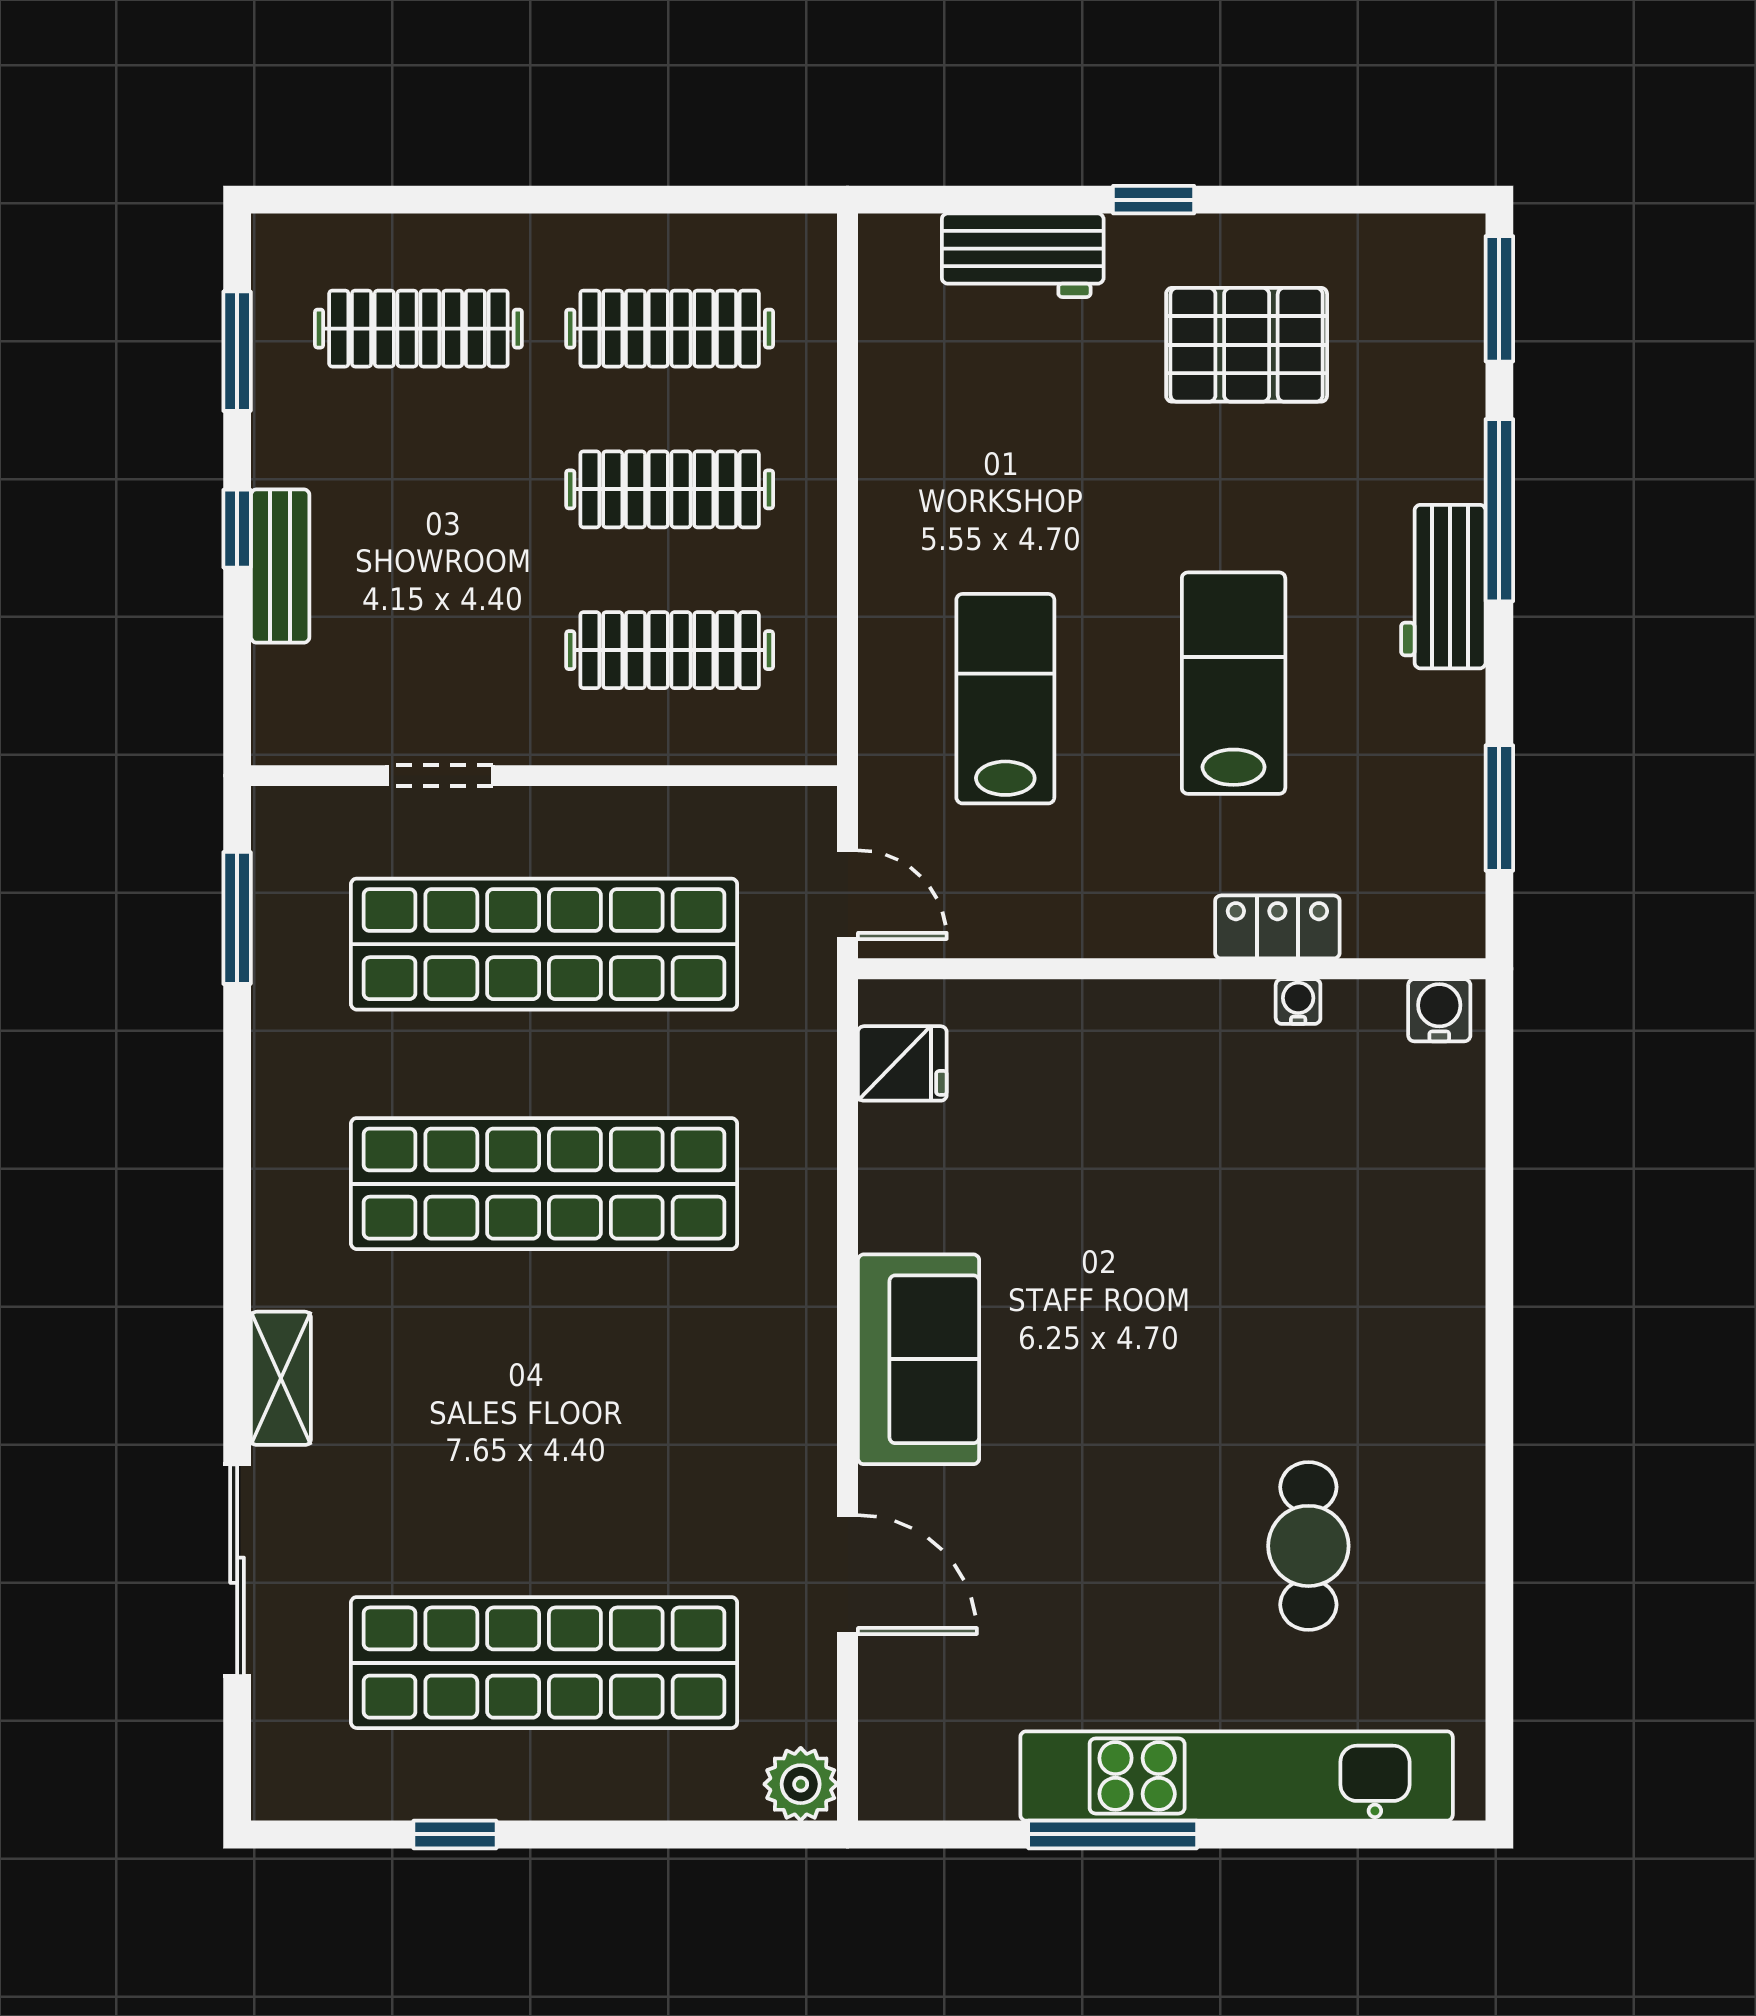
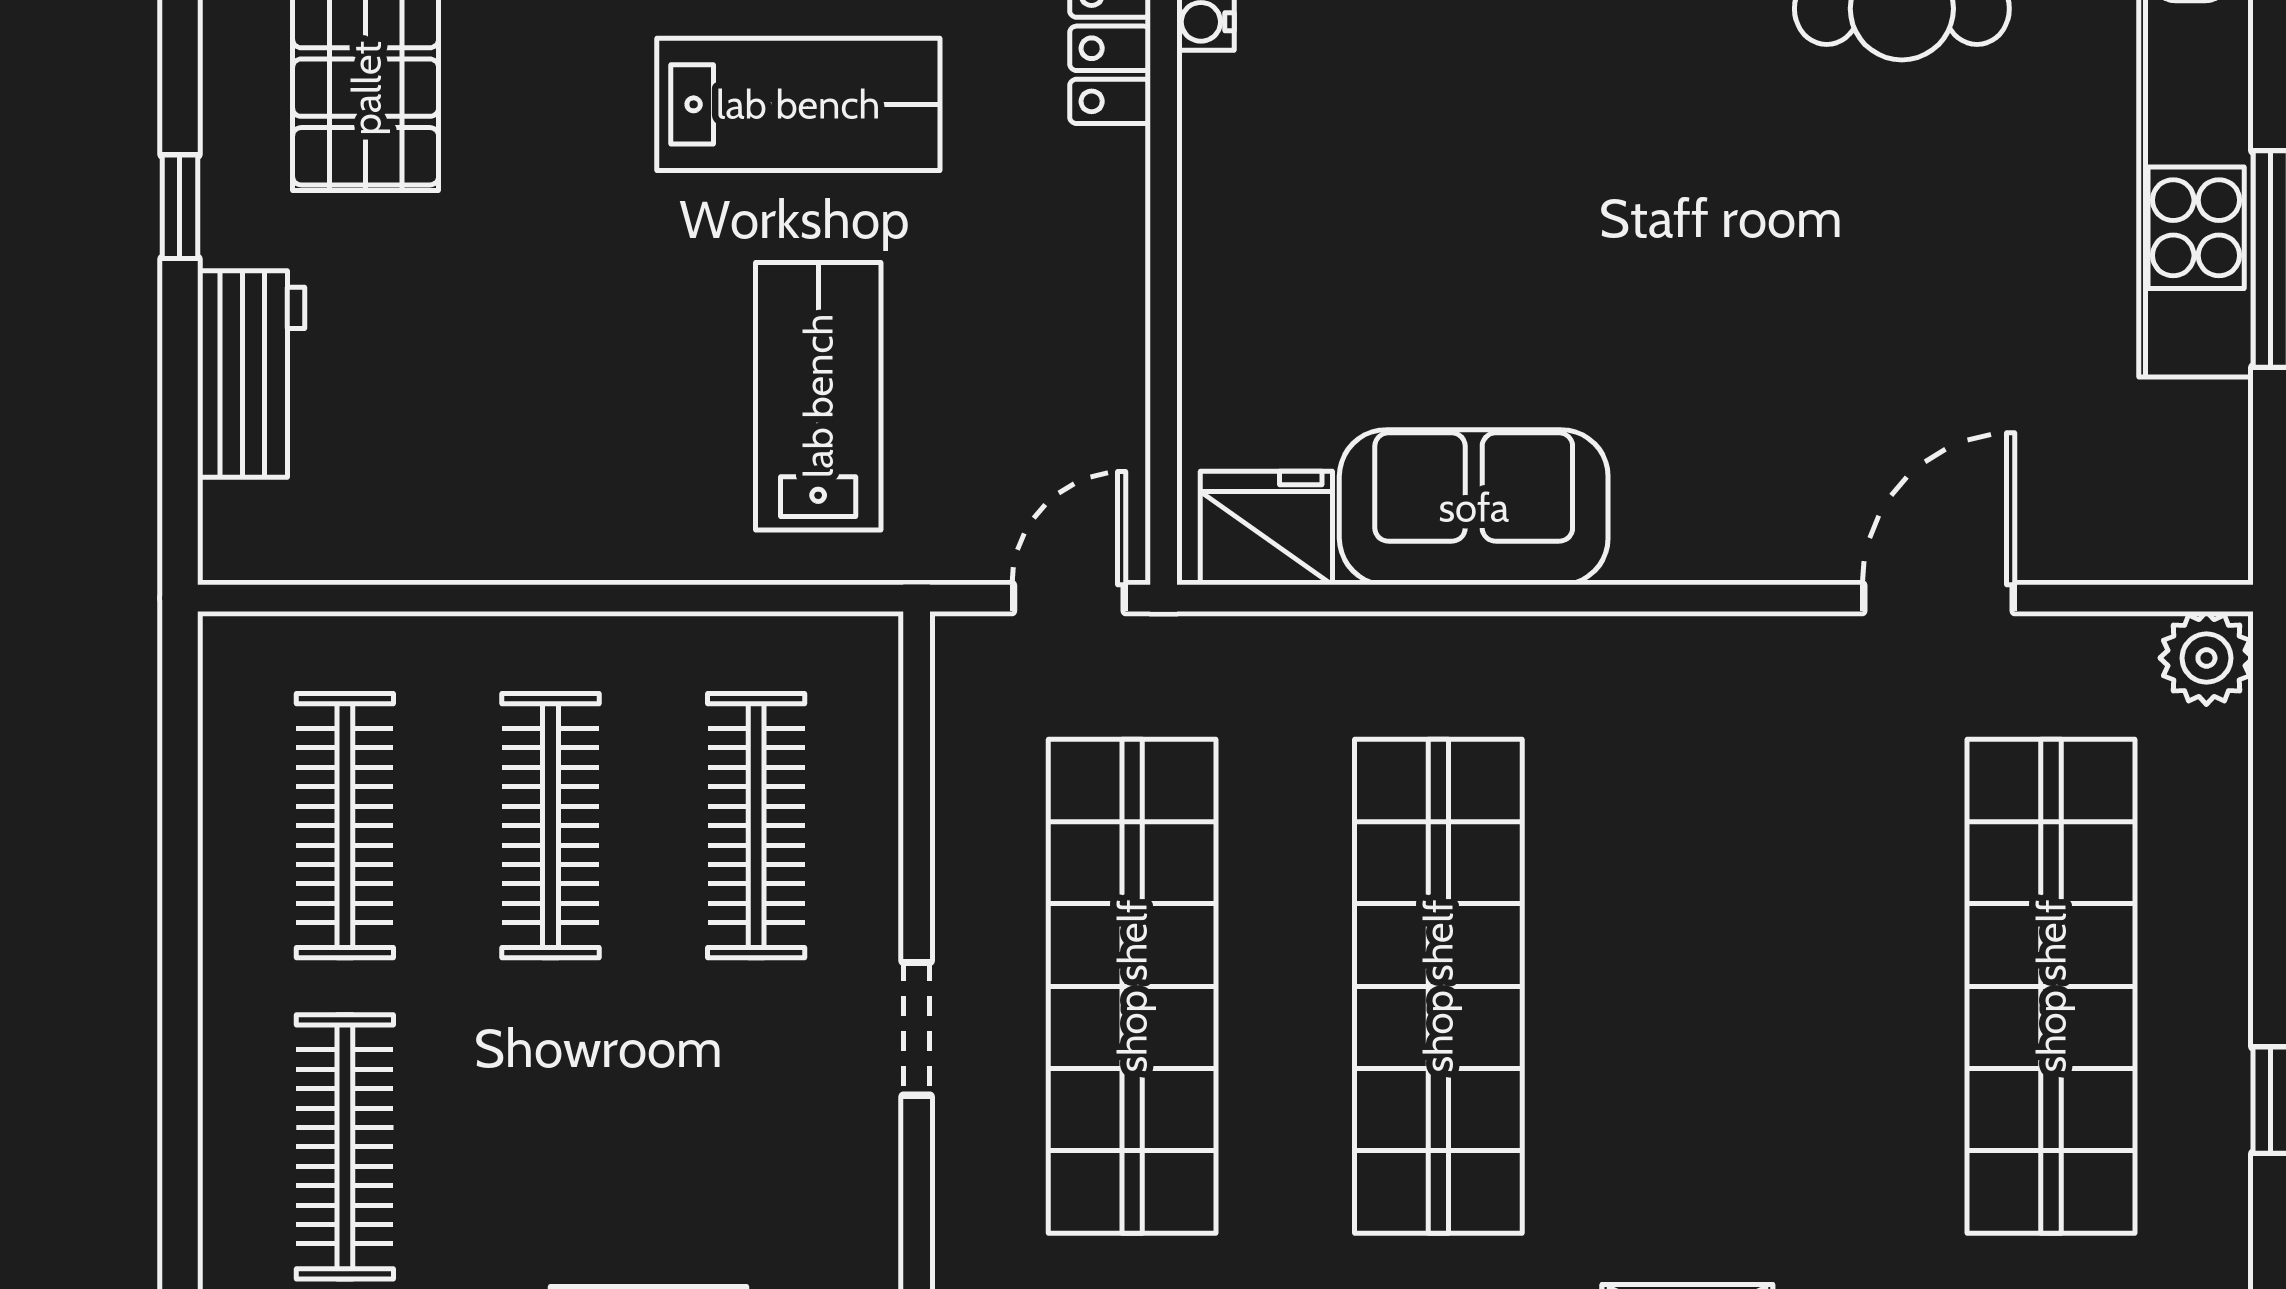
lab bench: (1234, 683) -> (798, 104), turned 180
lab bench: (1005, 699) -> (818, 396), turned 90
doorway: (440, 776) -> (917, 1029), moved
fridge: (902, 1063) -> (1266, 528), width x1.38
sofa: (919, 1359) -> (1474, 507), moved

